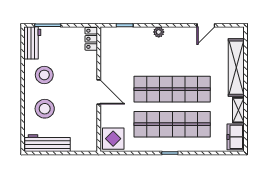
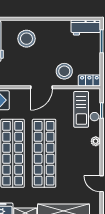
checkout: (123, 42) -> (86, 109), added
stool: (44, 75) -> (64, 71), moved

